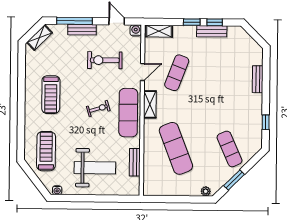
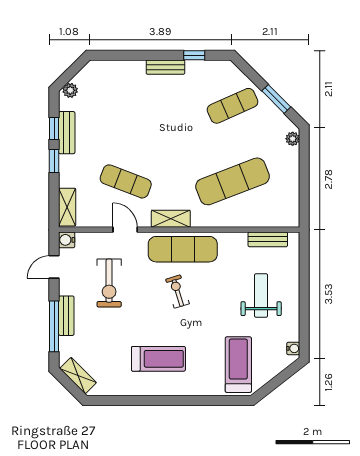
plant: (242, 34) -> (70, 90), added
bench: (258, 79) -> (165, 67), moved
treadmill: (46, 151) -> (238, 365), turned 90
bench: (135, 162) -> (268, 239), moved
weight bench: (95, 168) -> (261, 295), width x0.73, depth x0.75

